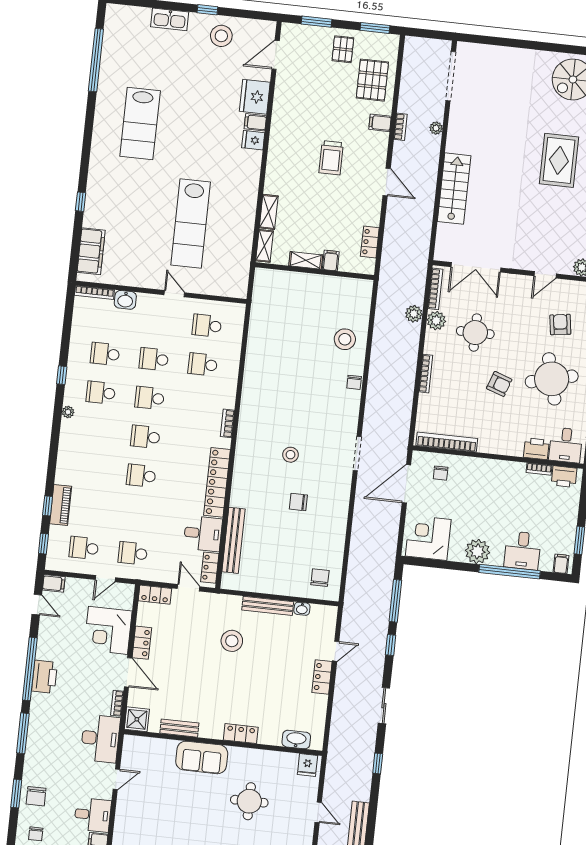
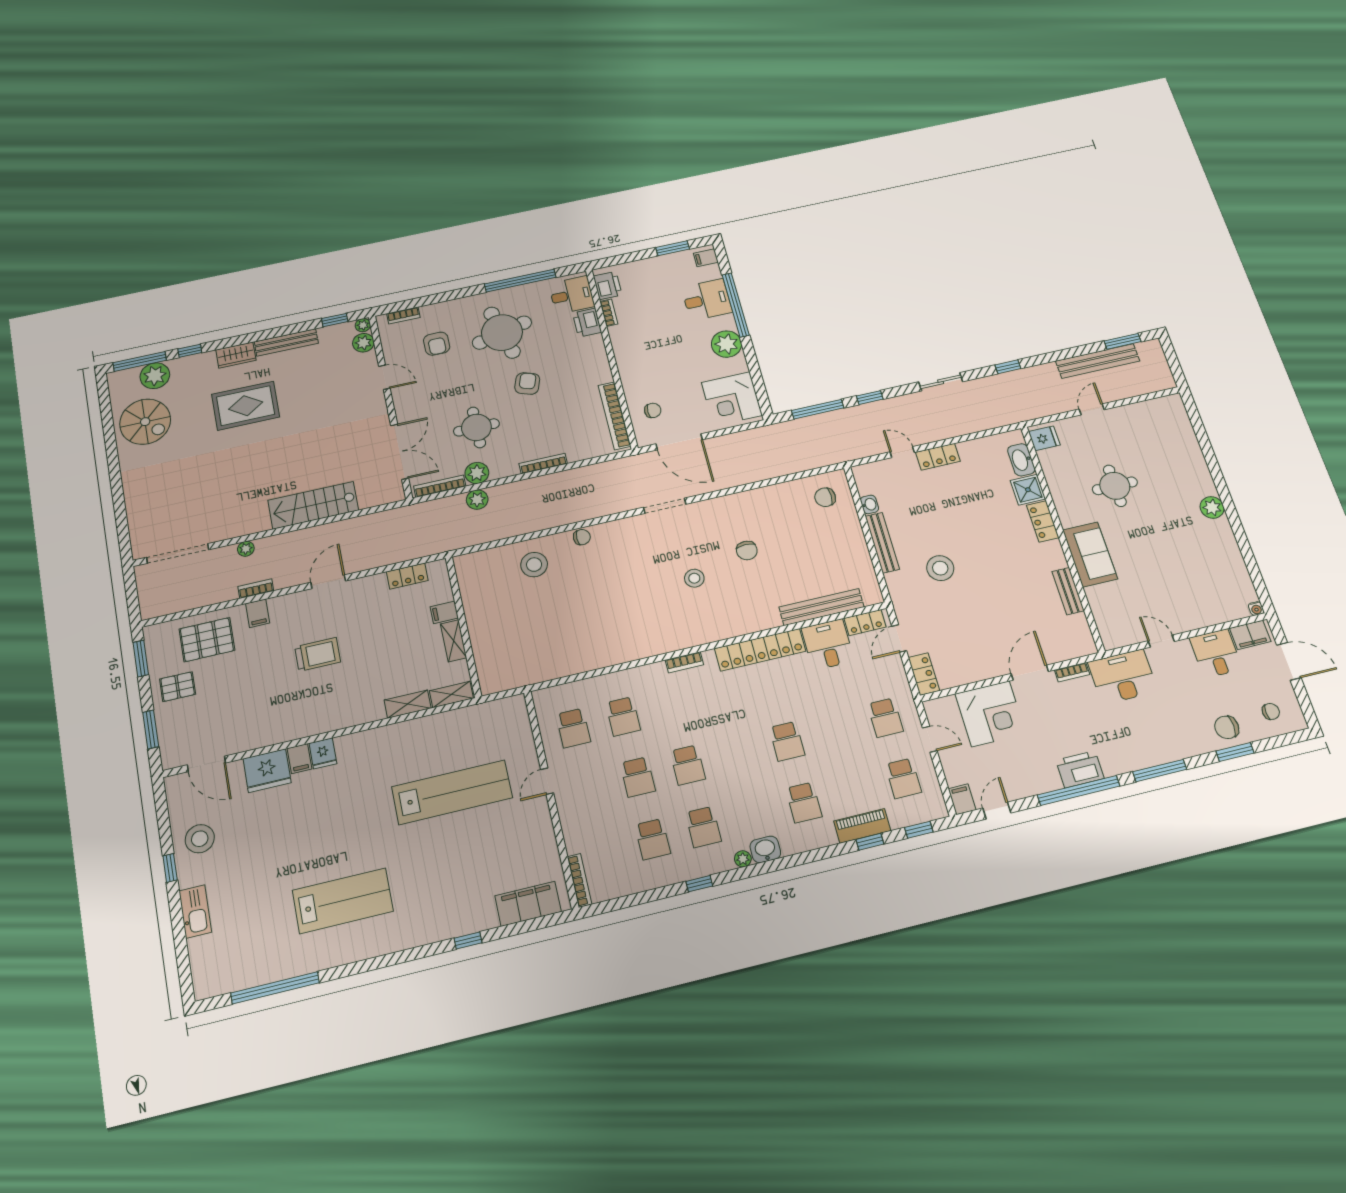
washbasin: (125, 300) -> (765, 849), moved, turned -90
armchair: (560, 325) -> (437, 344), turned -82
school desk: (145, 437) -> (804, 803), moved
locker: (142, 643) -> (988, 669), removed
shower: (137, 719) -> (1028, 490), moved
chair: (36, 796) -> (1227, 727), turned 180

